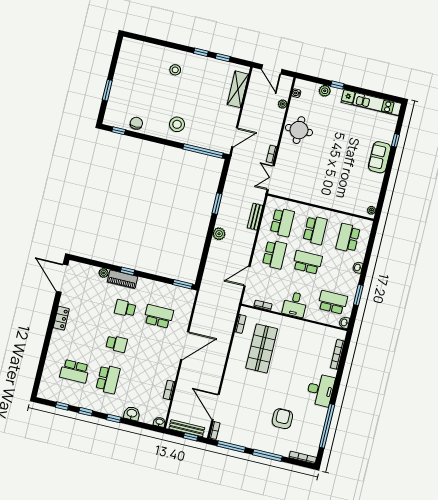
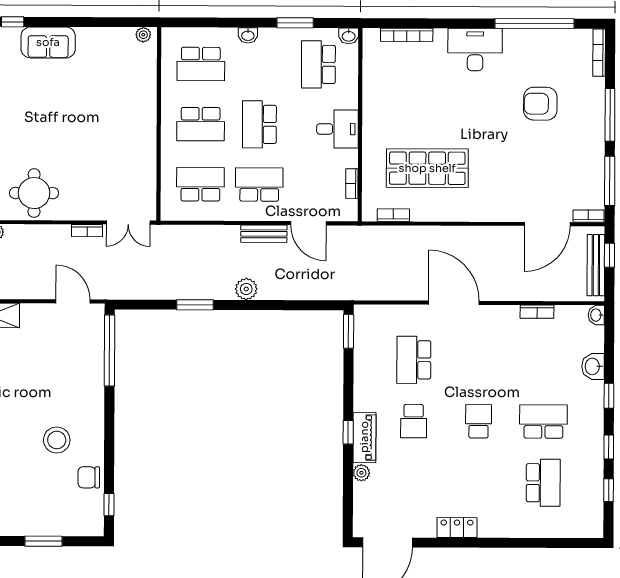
stool: (177, 124) -> (57, 440), moved
bench: (255, 217) -> (264, 234), moved
school desk: (315, 230) -> (201, 124), turned 180

